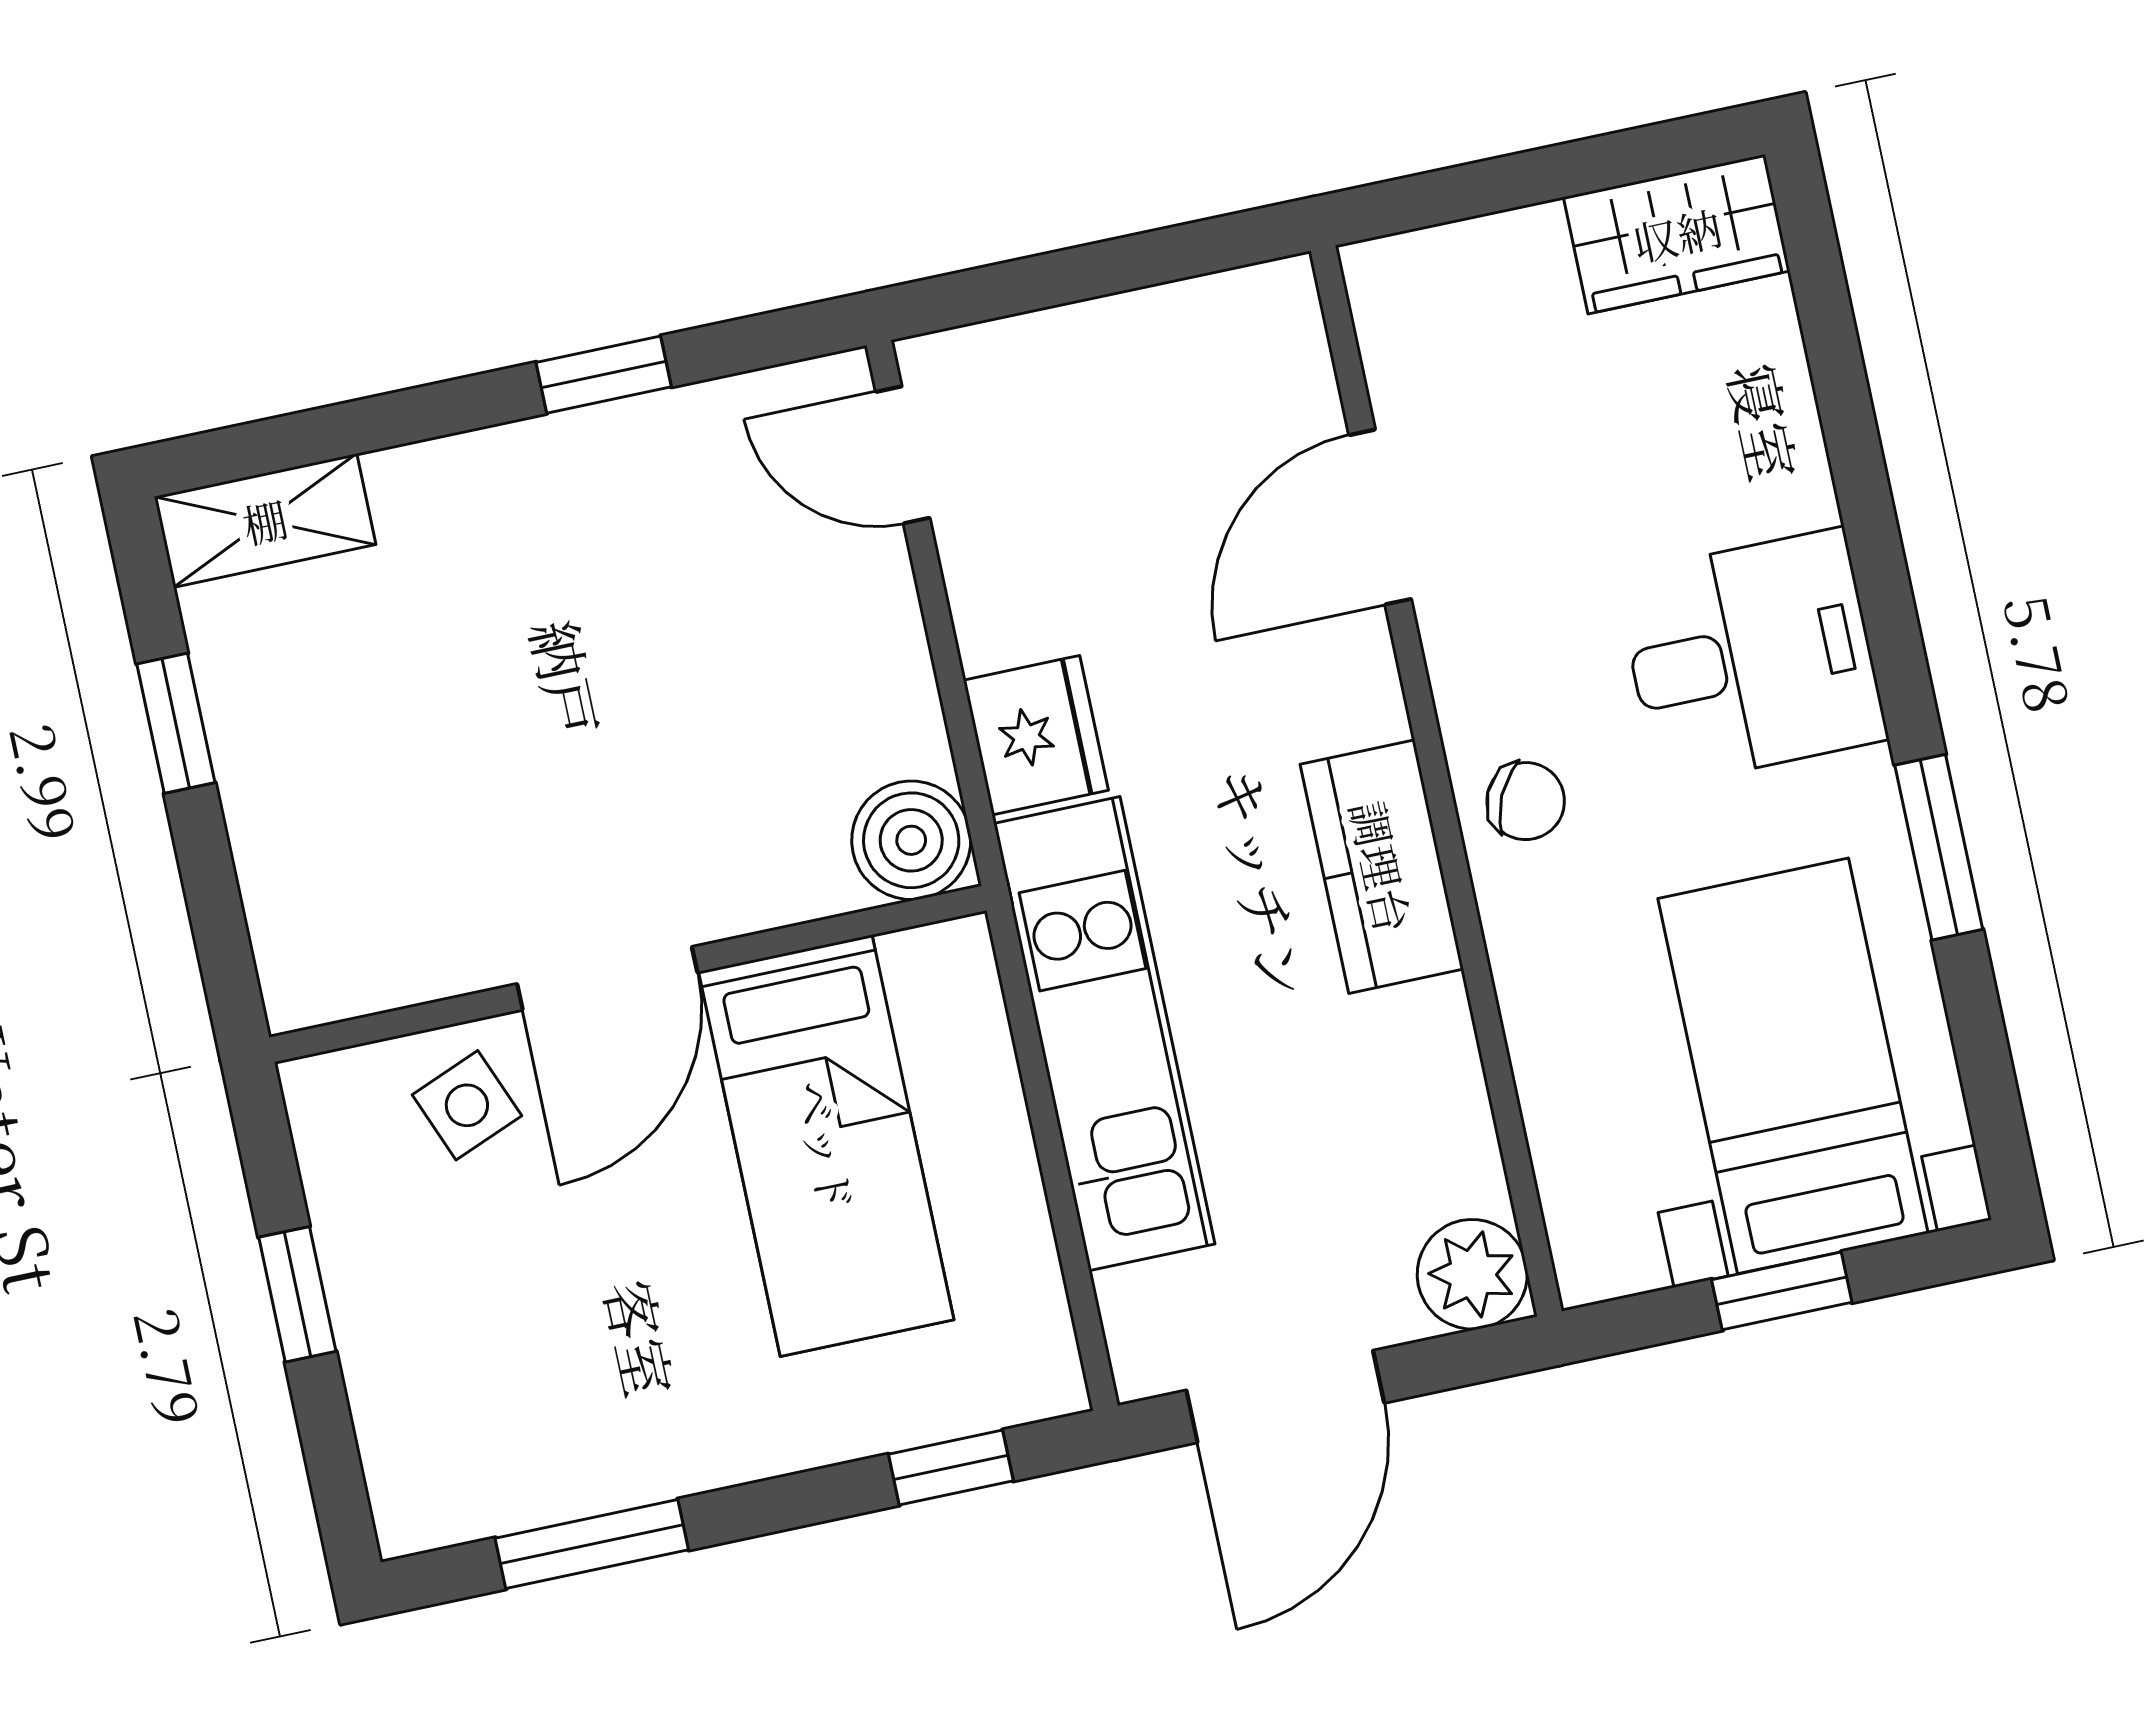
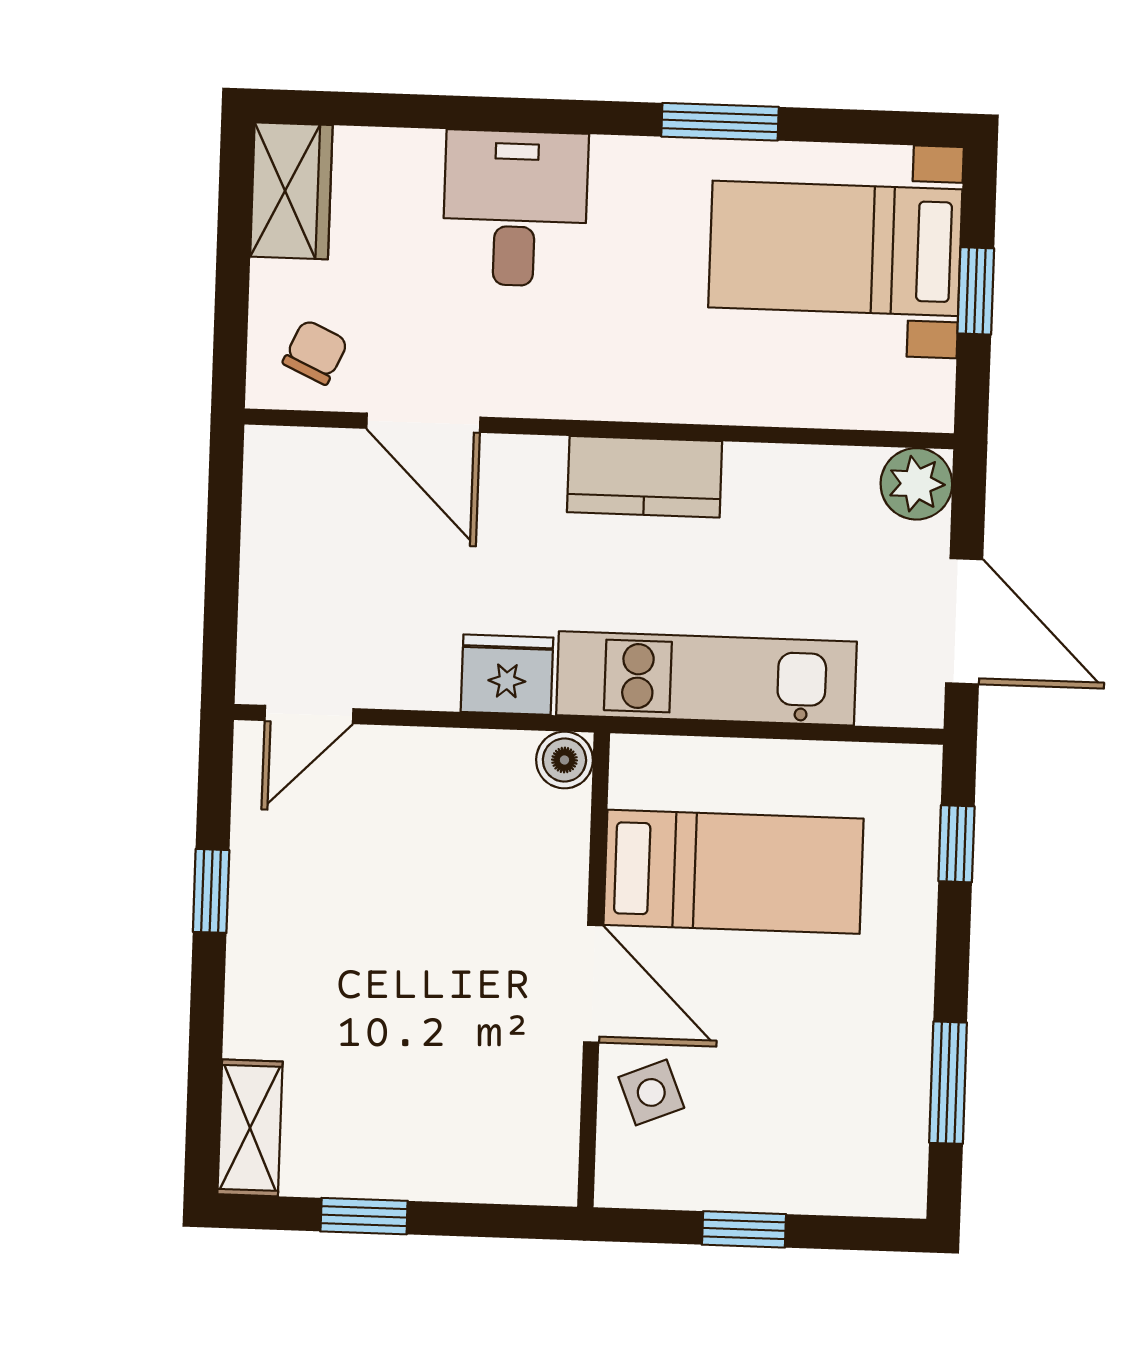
desk: (1751, 657) -> (515, 208), moved
chair: (1526, 801) -> (315, 352), moved
boiler: (911, 840) -> (564, 760), width x0.73, depth x0.73

